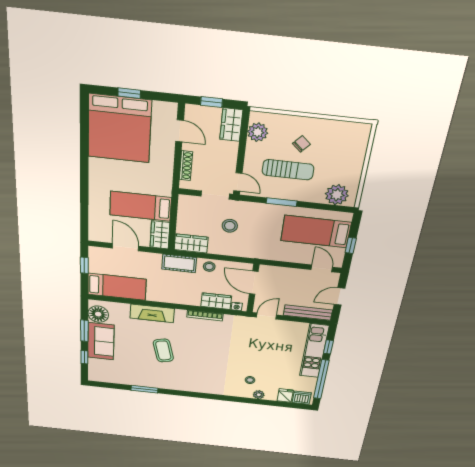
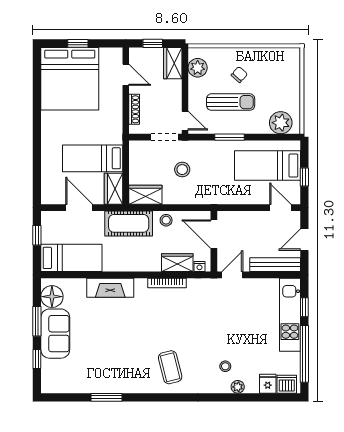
cot: (179, 263) -> (129, 223), width x1.37, depth x1.34
coffee table: (163, 350) -> (170, 367), moved

